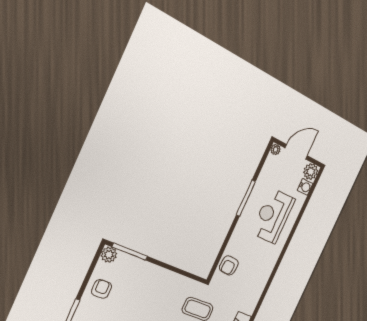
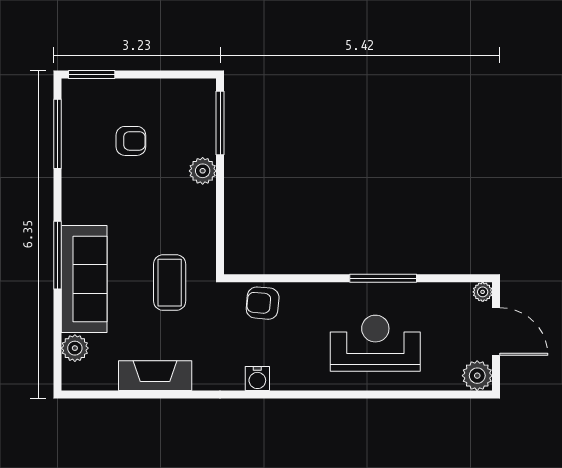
water cooler: (305, 187) -> (257, 379), moved
plant: (109, 255) -> (203, 171), moved
armchair: (102, 289) -> (131, 141), moved

